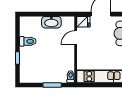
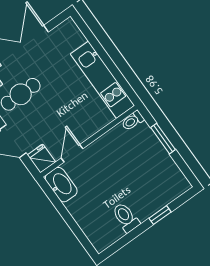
washbasin: (51, 22) -> (61, 185), moved
door: (76, 38) -> (72, 153), swing flipped

